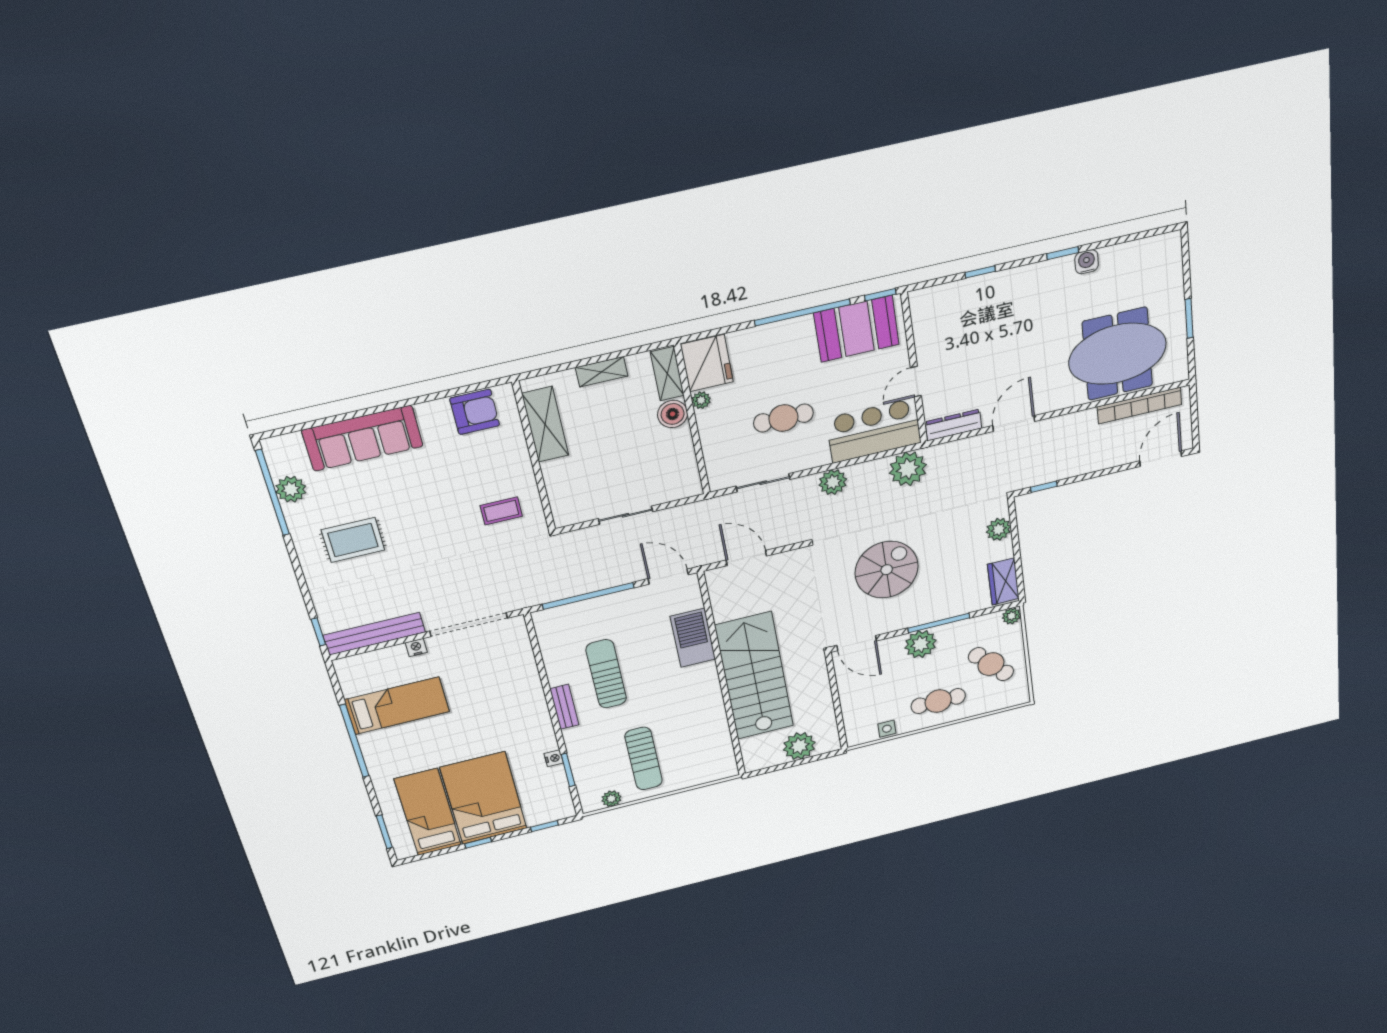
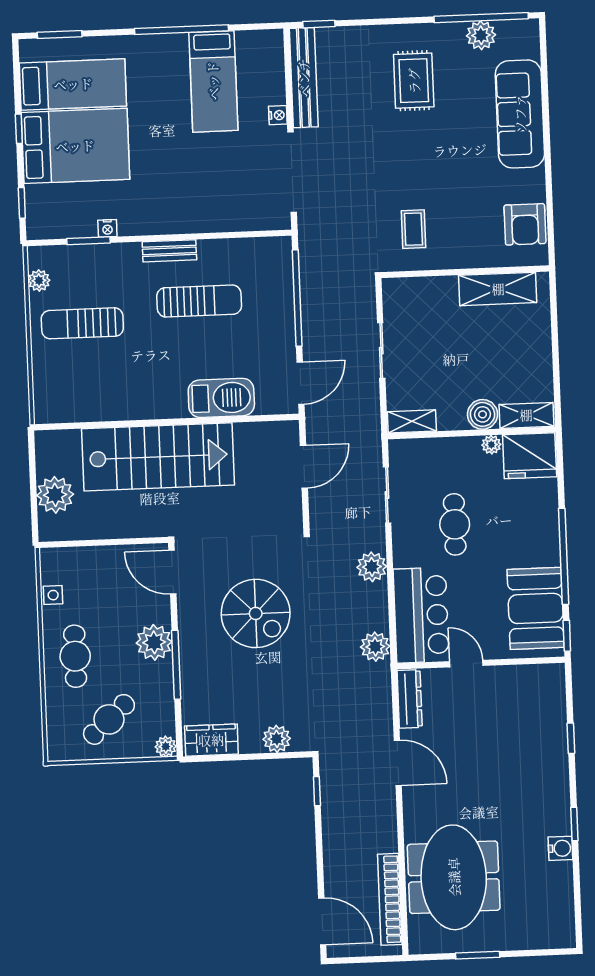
shelving: (602, 372) -> (412, 421), moved, turned 90
plant: (908, 469) -> (375, 647), width x0.73, depth x0.73
door: (857, 643) -> (172, 572), hinge flipped

